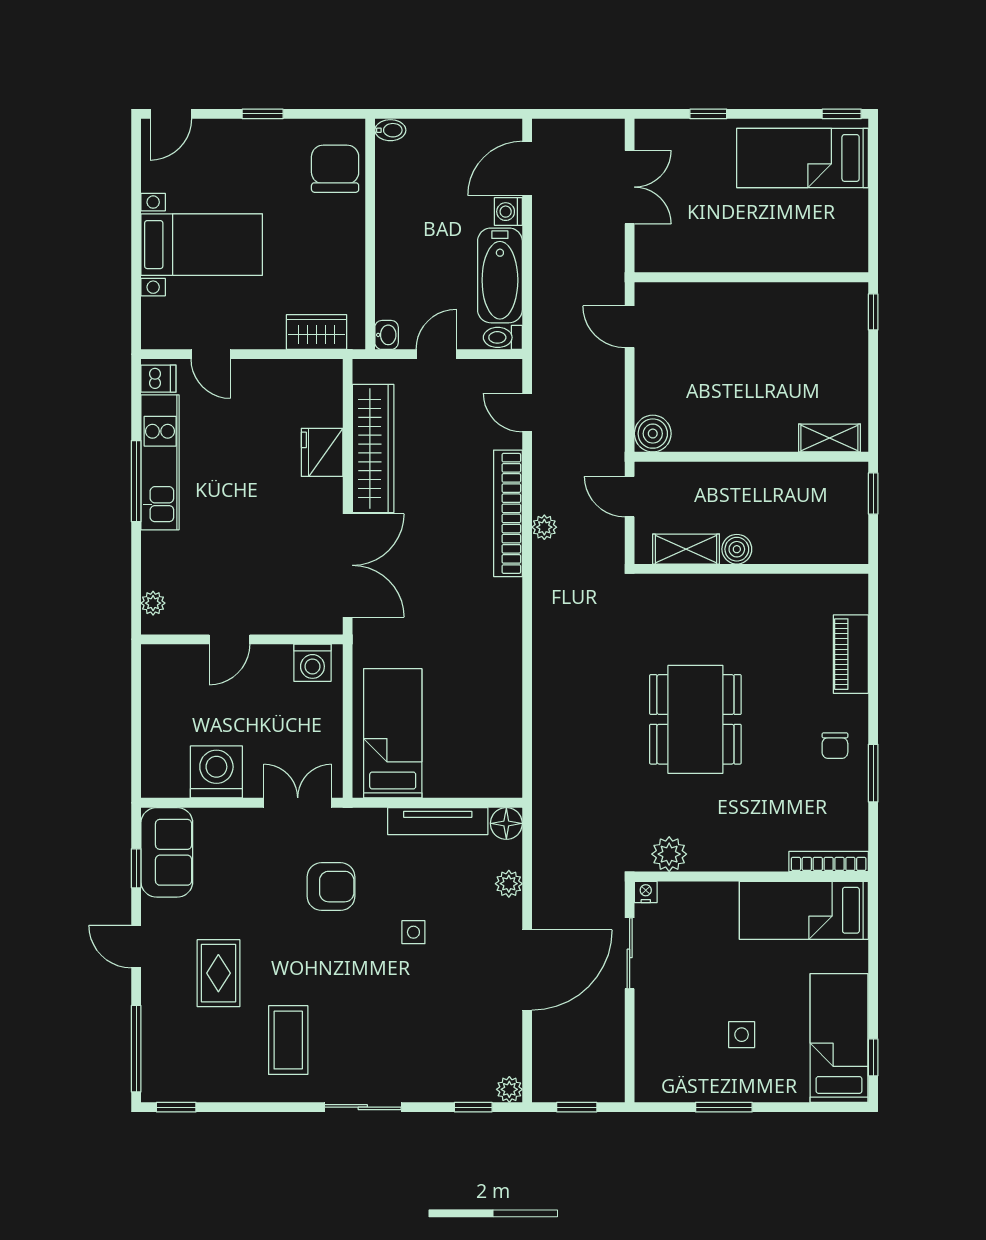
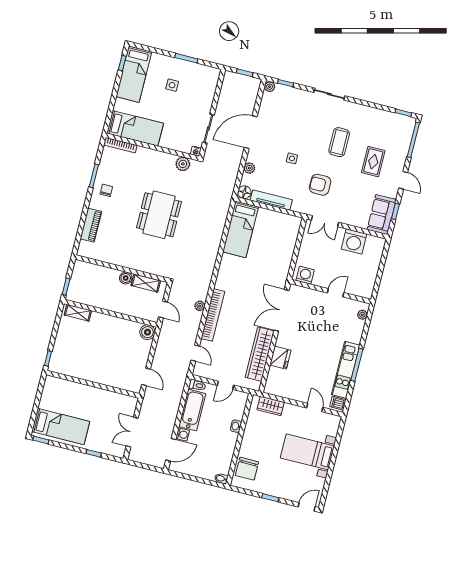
washbasin: (387, 335) -> (236, 426), moved
bed: (393, 733) -> (241, 229), moved
coffee table: (288, 1040) -> (339, 142), moved

